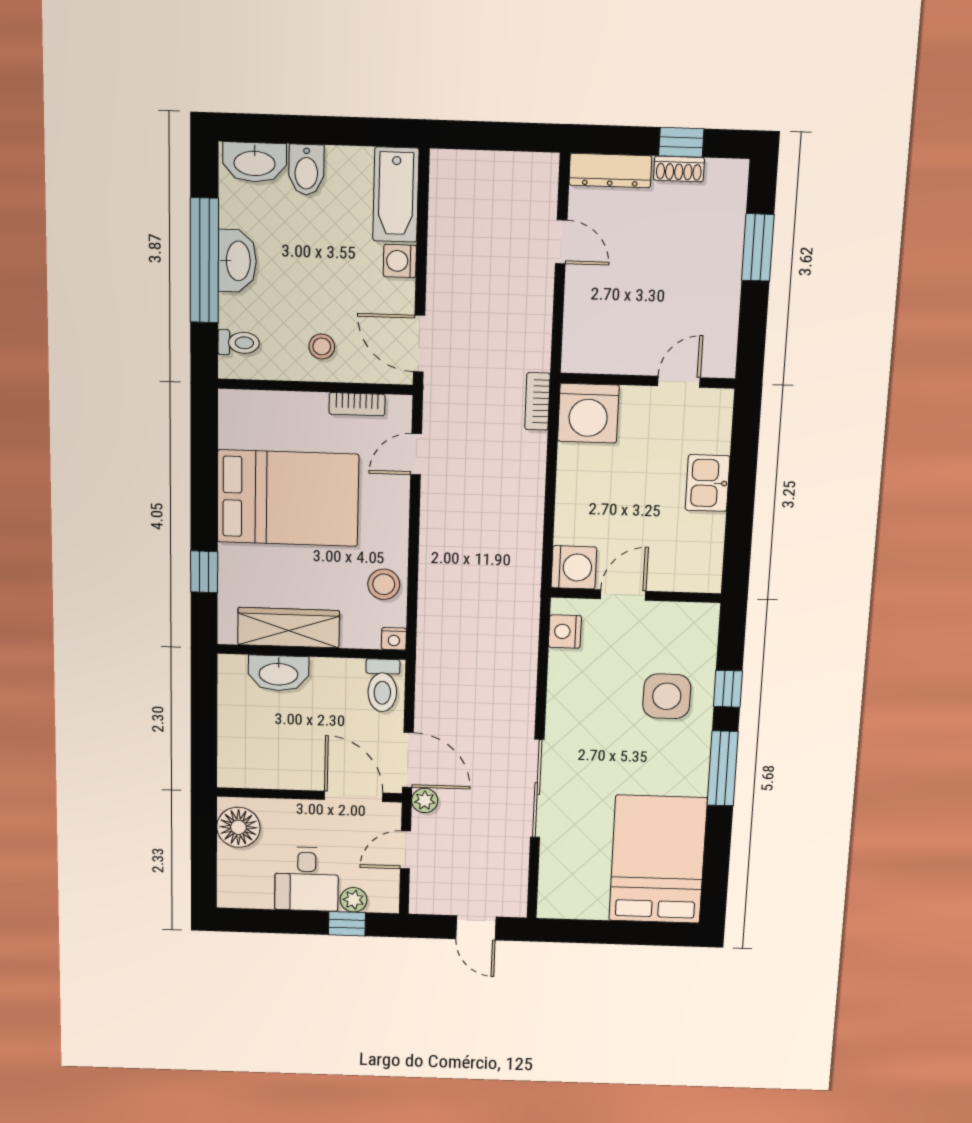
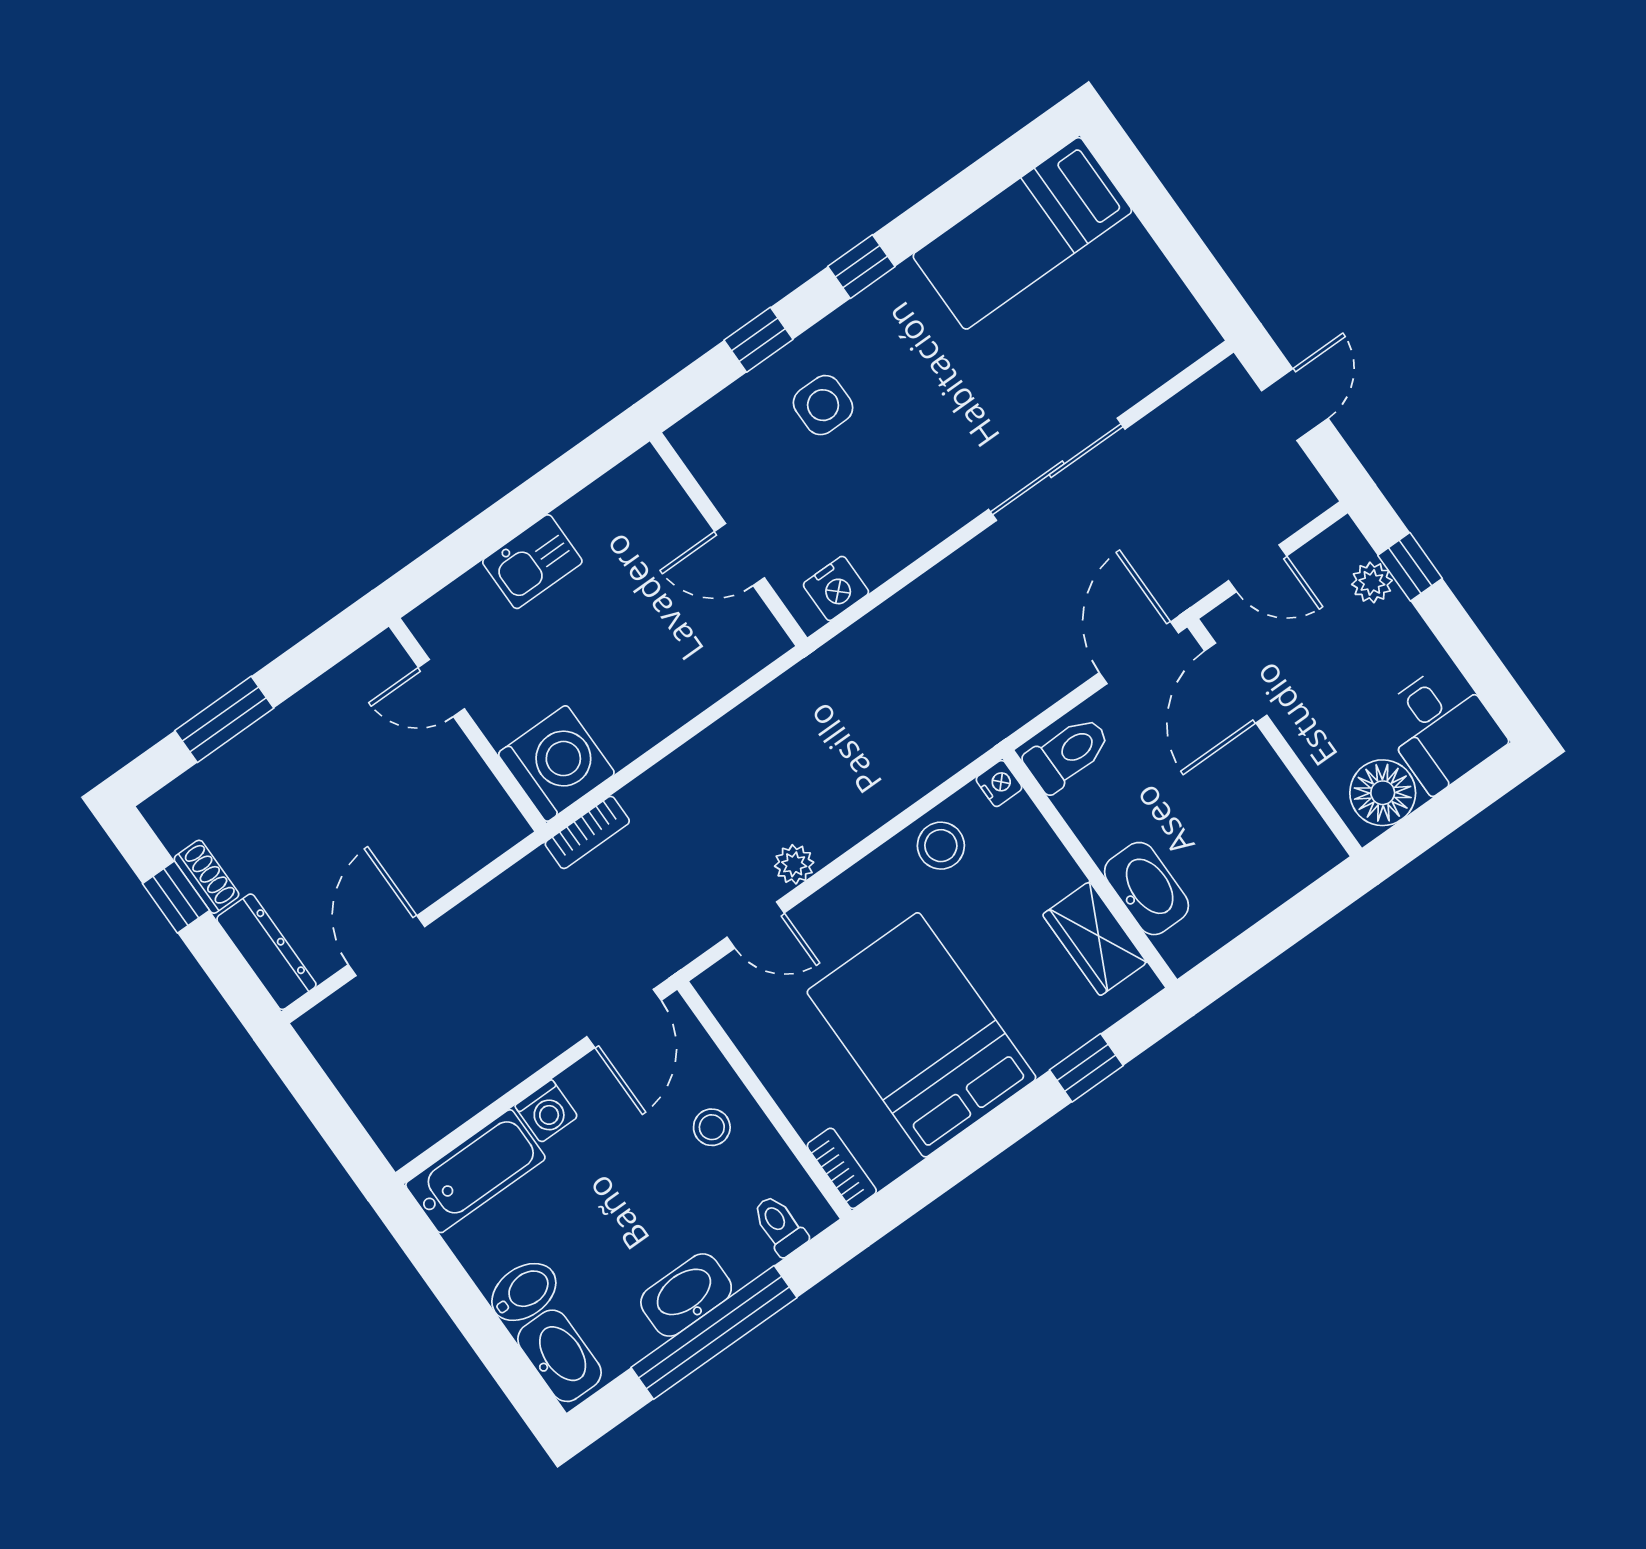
door: (561, 242) -> (386, 946), width x1.38
bookcase: (357, 404) -> (842, 1168), moved
washing machine: (574, 567) -> (750, 638), removed
wardrobe: (289, 628) -> (1095, 939), width x0.67
side table: (667, 696) -> (823, 405), width x0.73, depth x0.73
window: (723, 768) -> (861, 267), width x0.46
plant: (425, 800) -> (794, 864), moved
bed: (658, 859) -> (1022, 233), width x0.67
desk: (307, 879) -> (1441, 728), moved, turned 90

